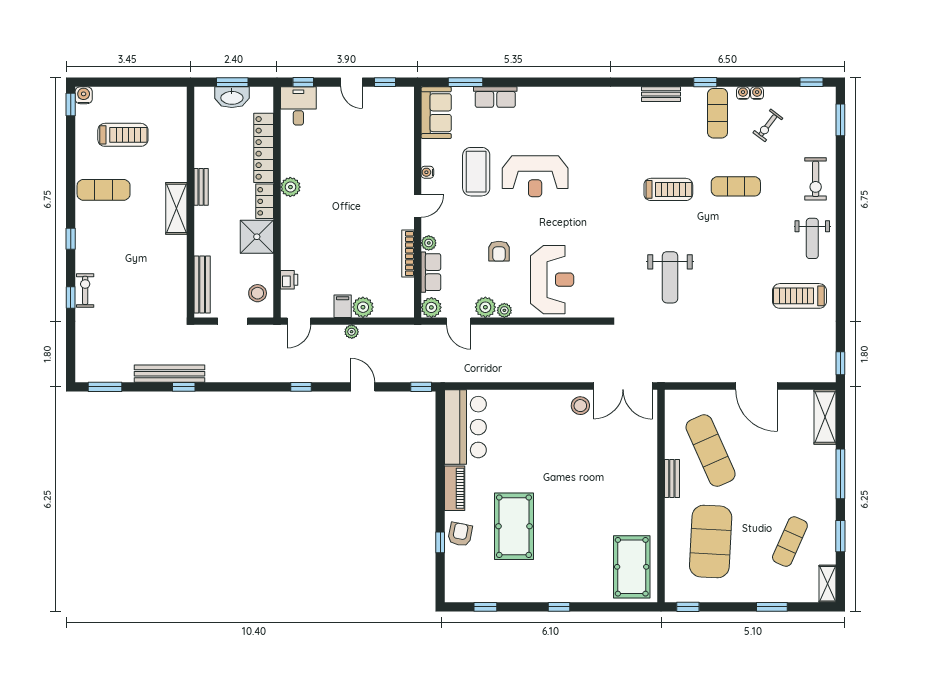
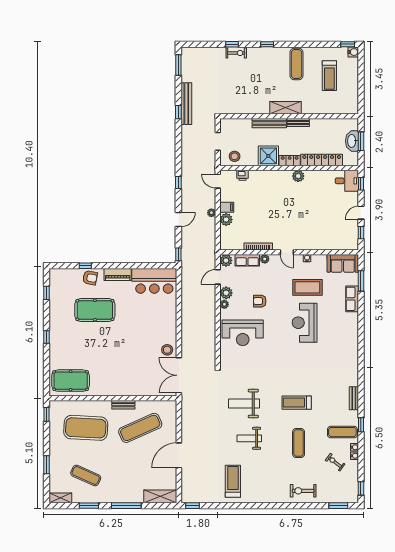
treadmill: (668, 189) -> (297, 403), turned 90
weight bench: (812, 238) -> (249, 438), moved
bench: (202, 284) -> (269, 123), moved

